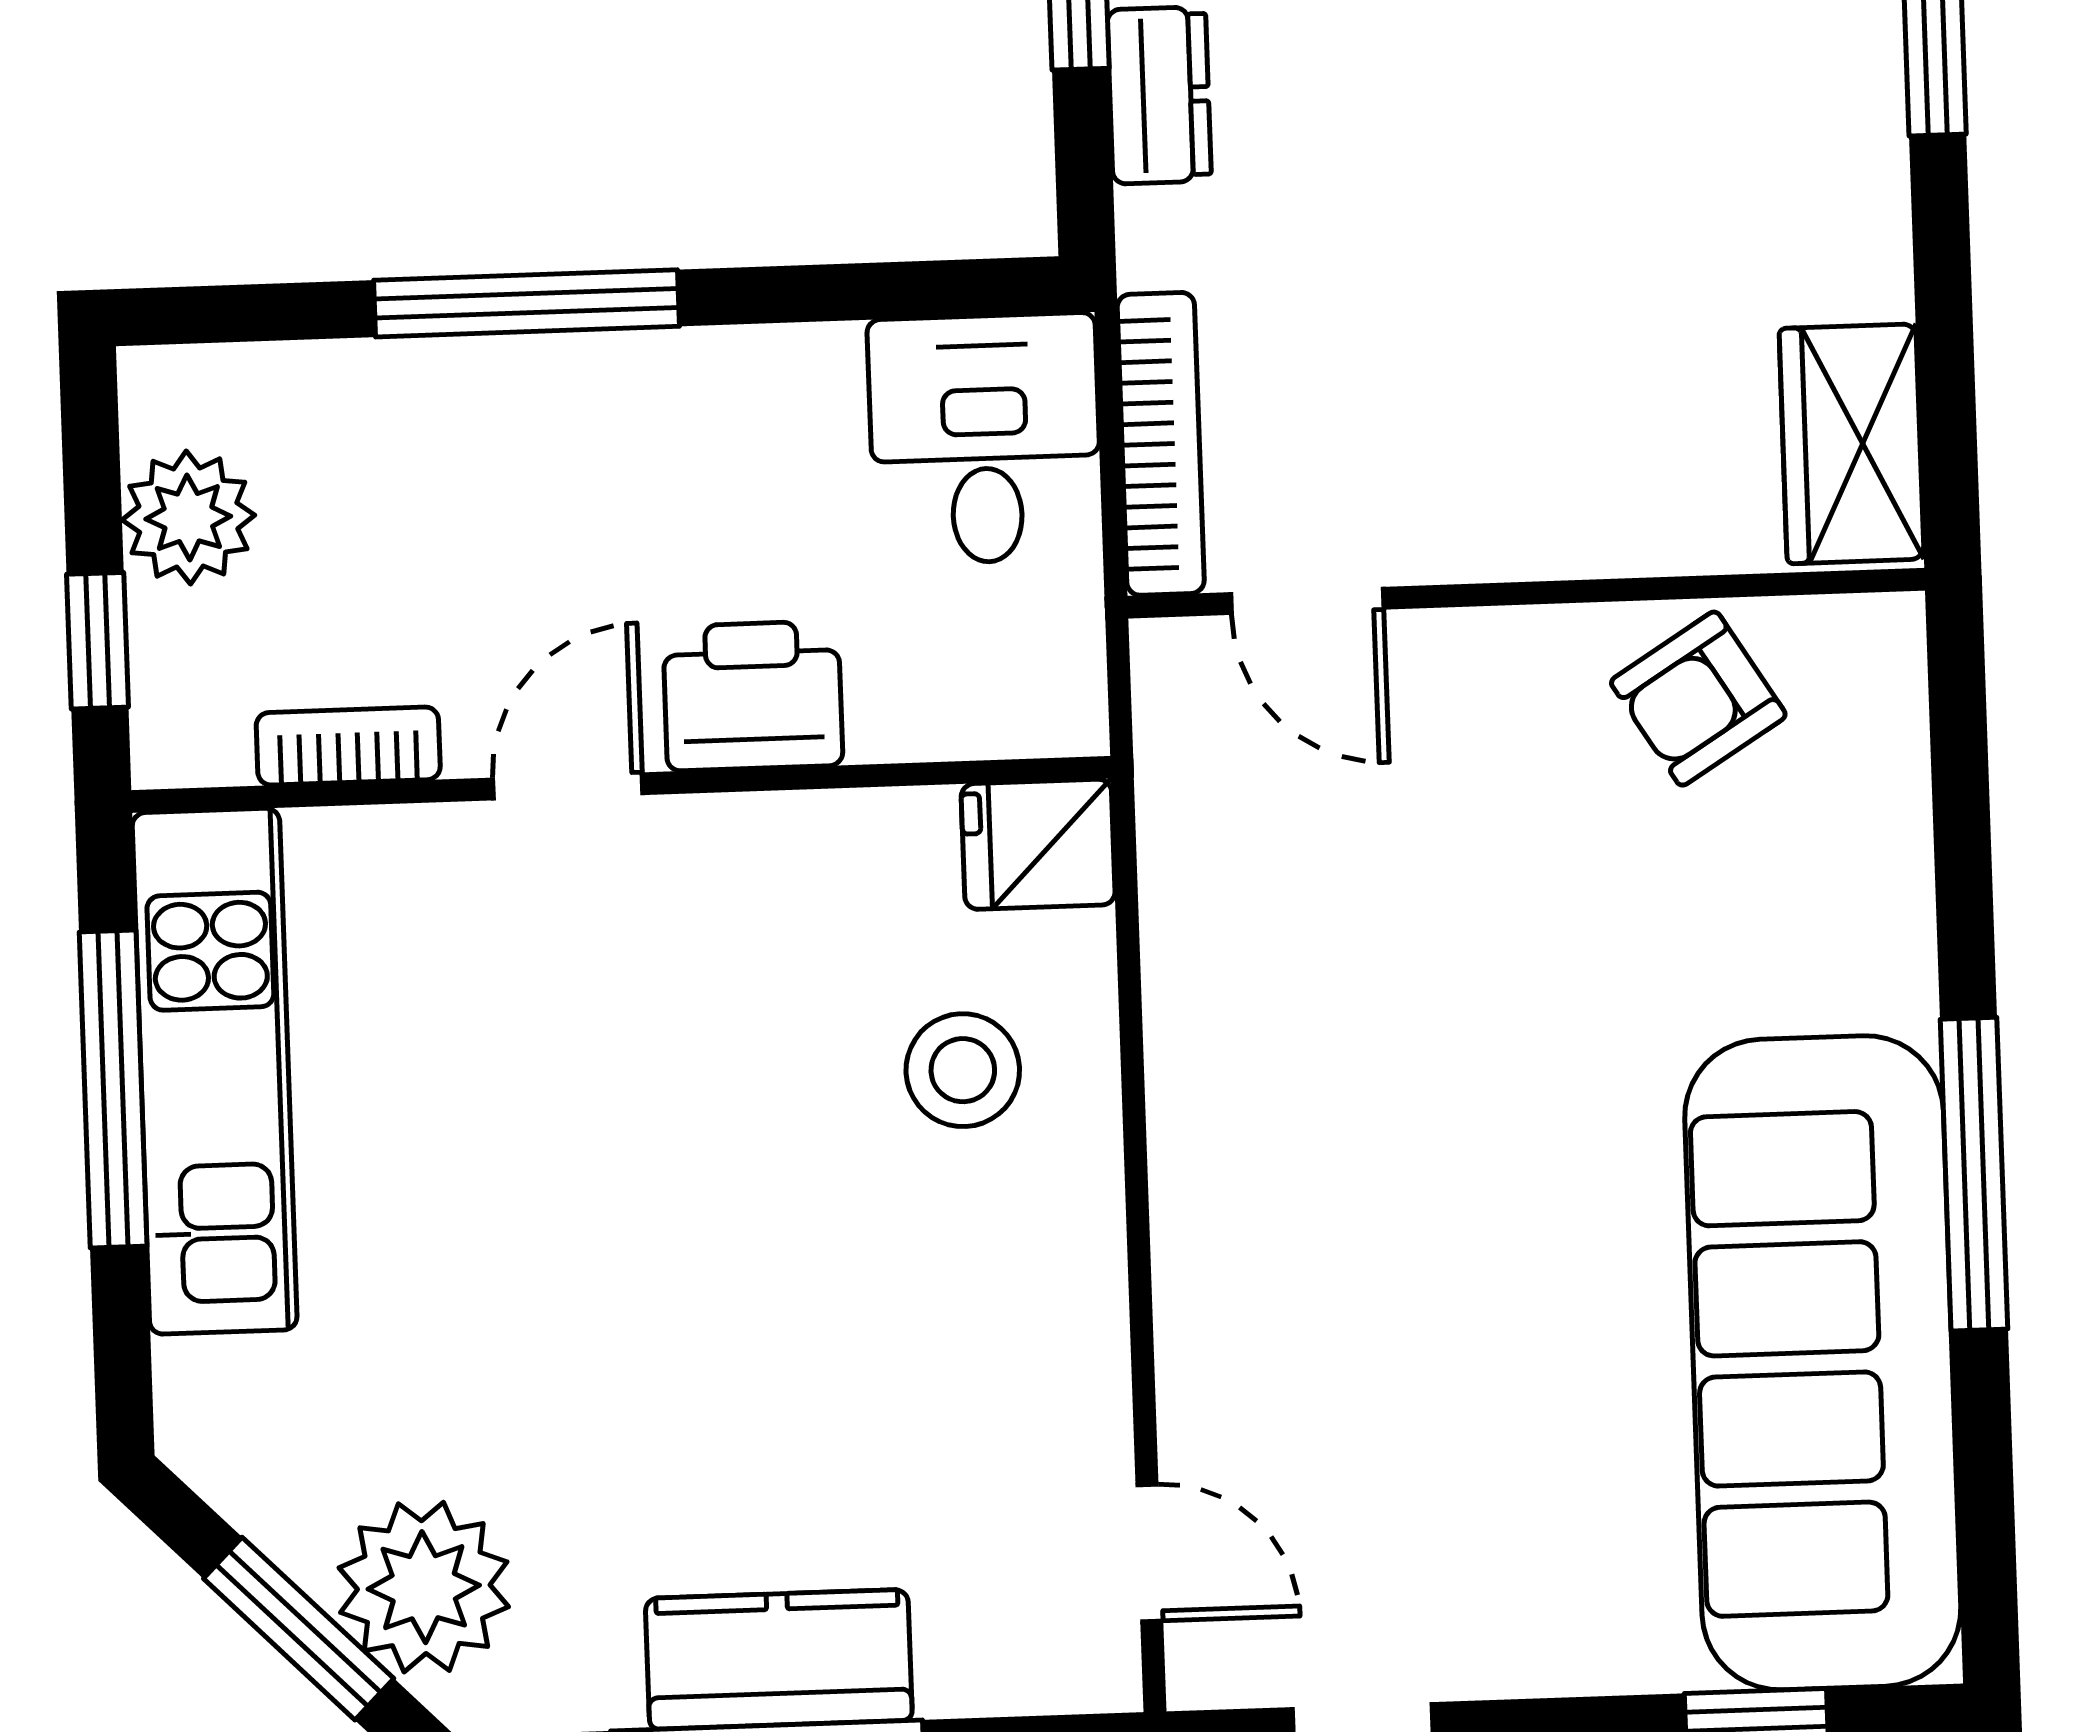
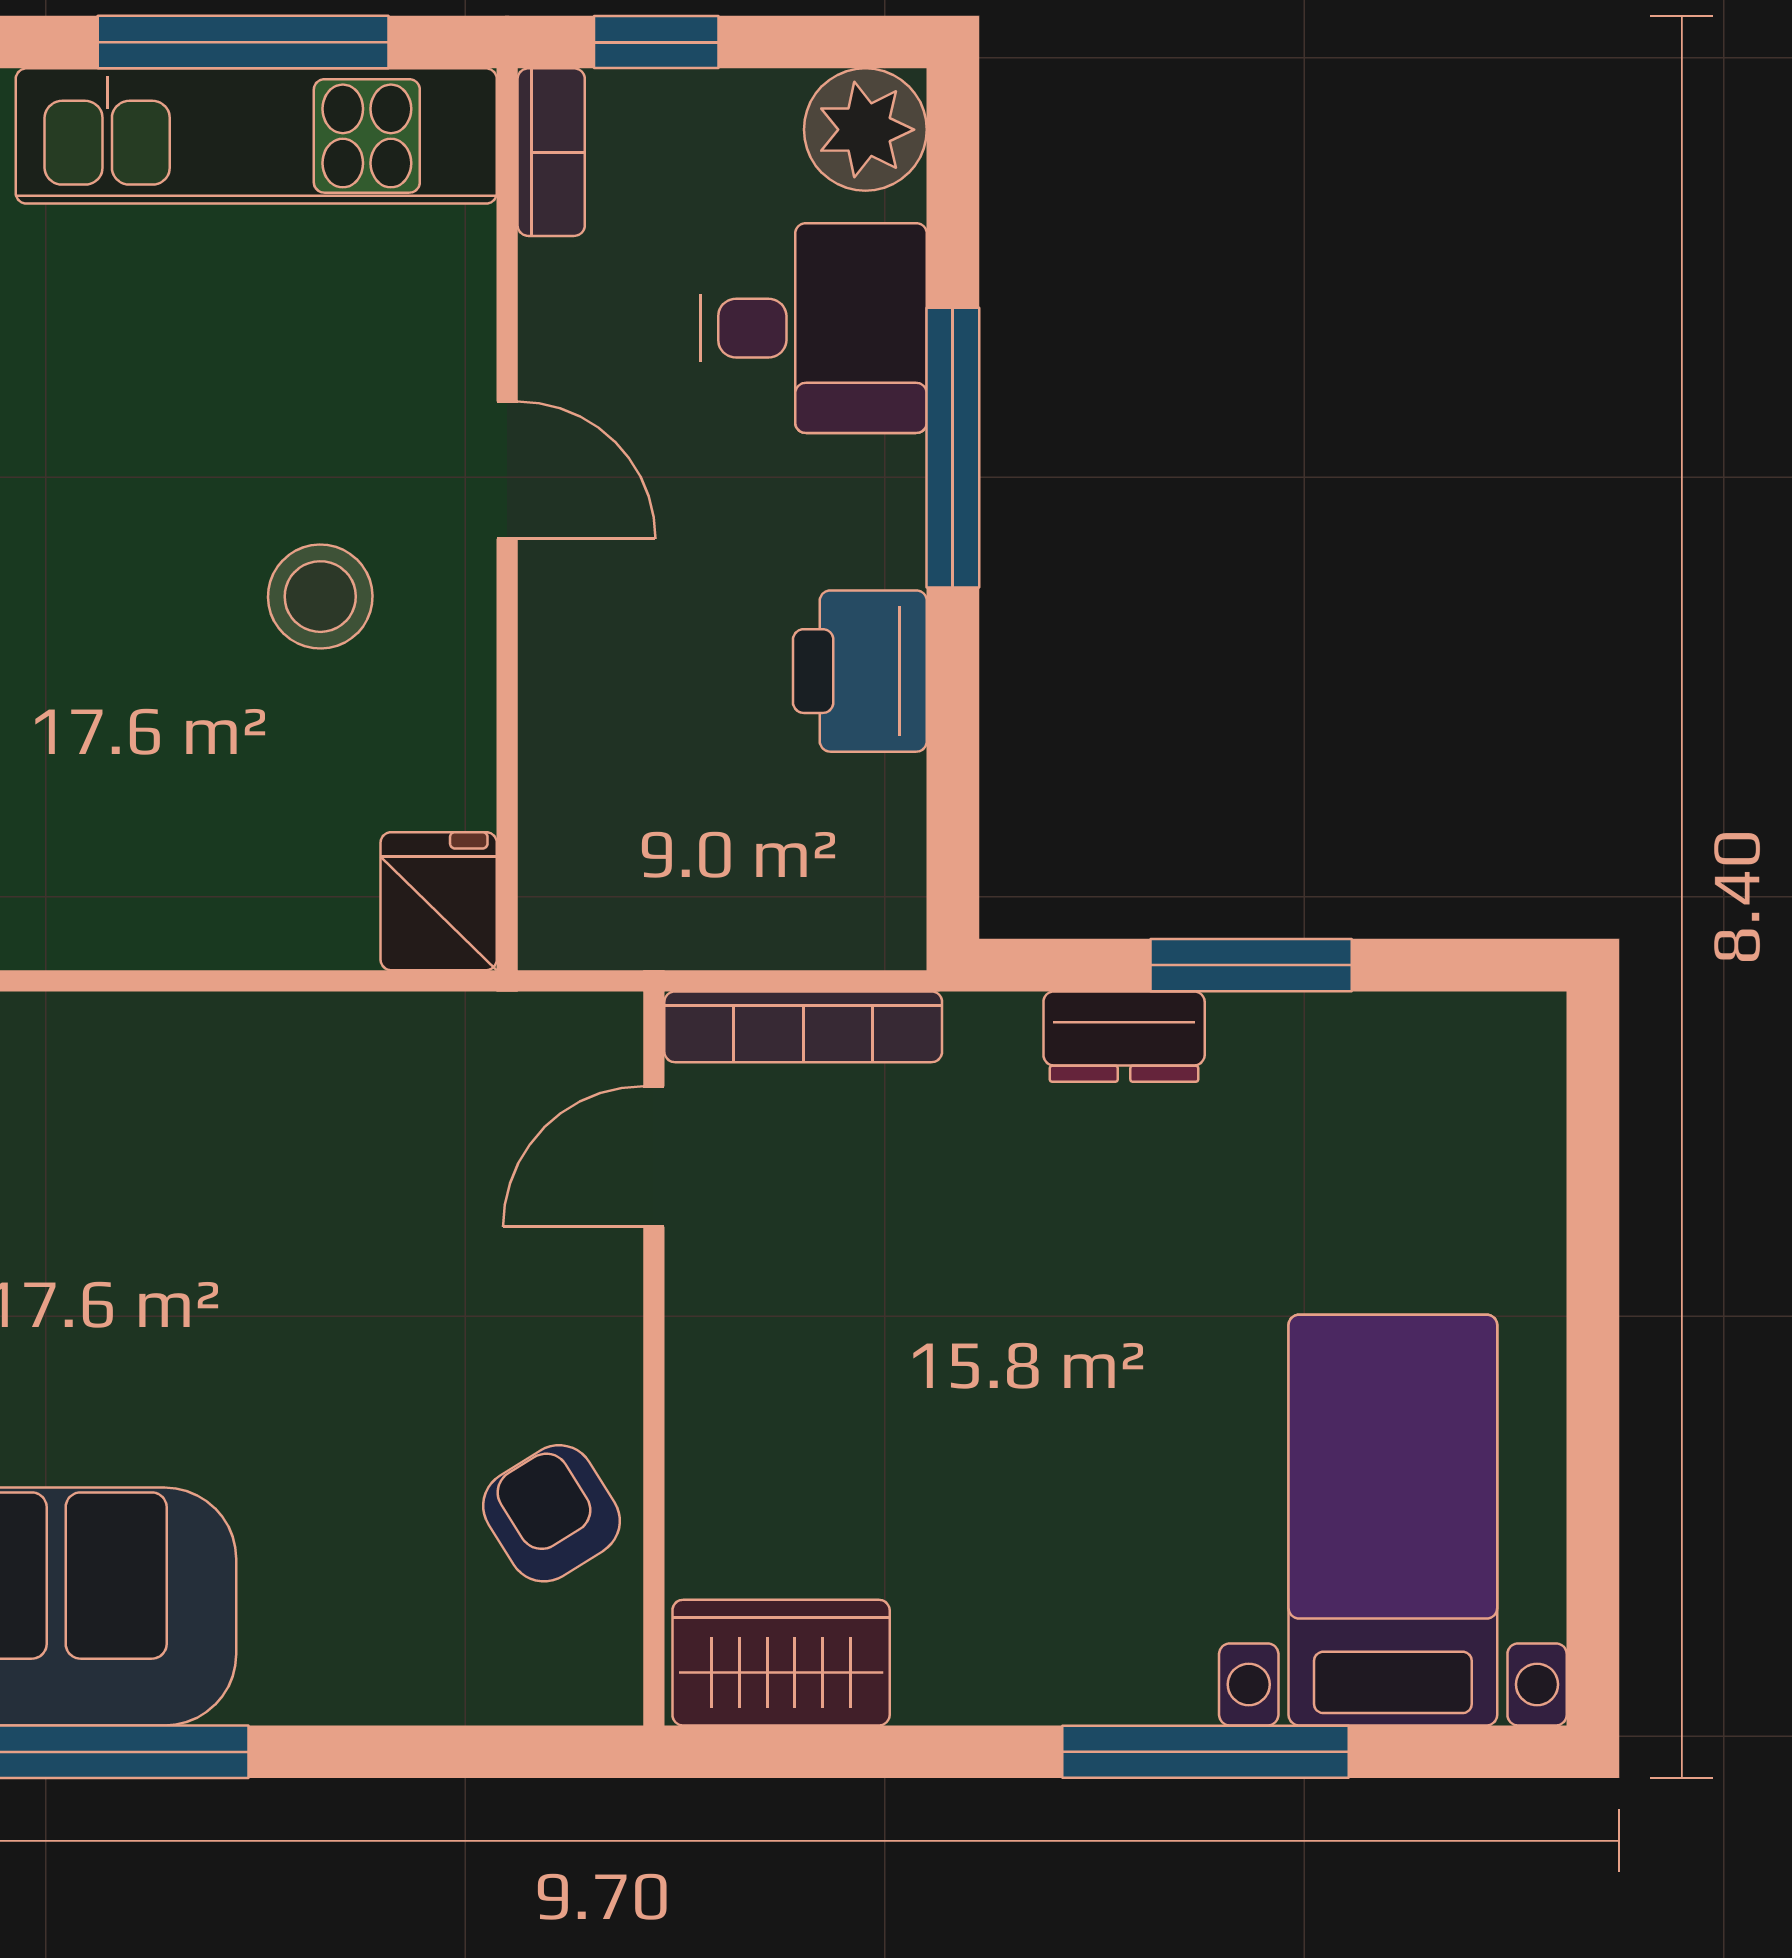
desk: (985, 439) -> (813, 328), moved
plant: (188, 518) -> (865, 130), moved
printer: (753, 696) -> (860, 671), moved, turned 180
bookcase: (348, 746) -> (551, 152), moved
stool: (963, 1070) -> (320, 597), moved

